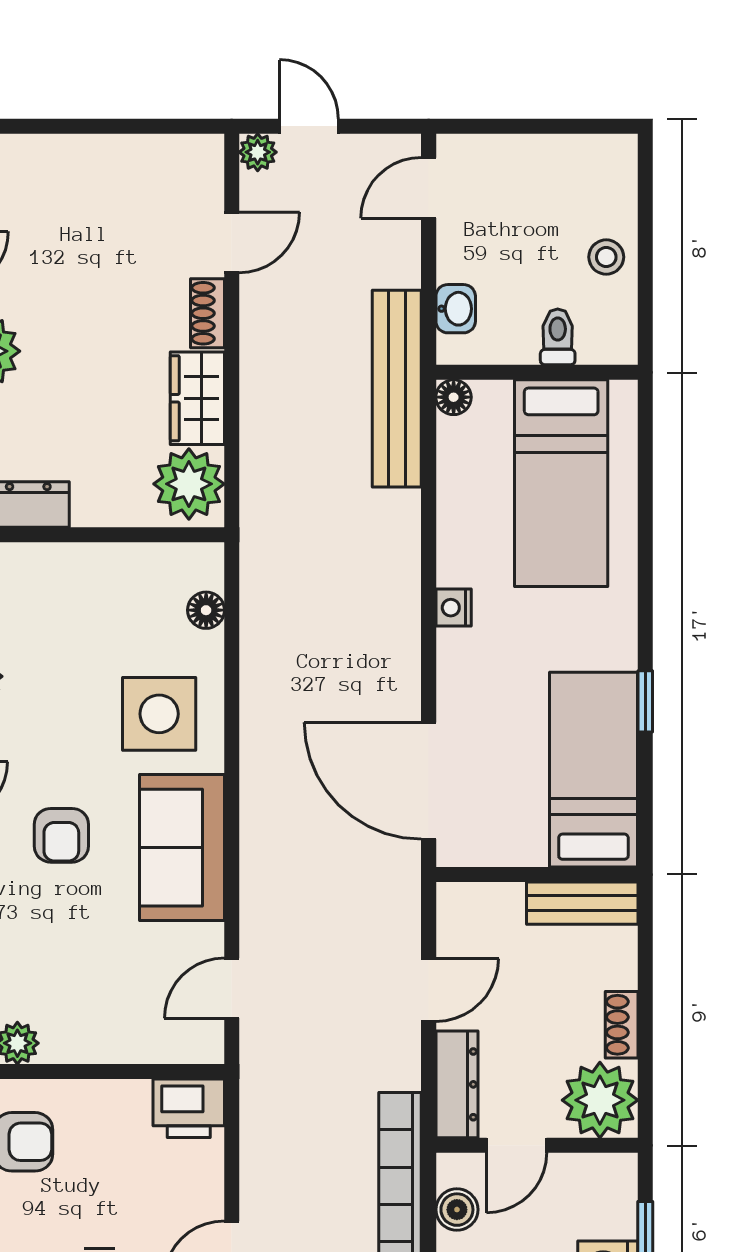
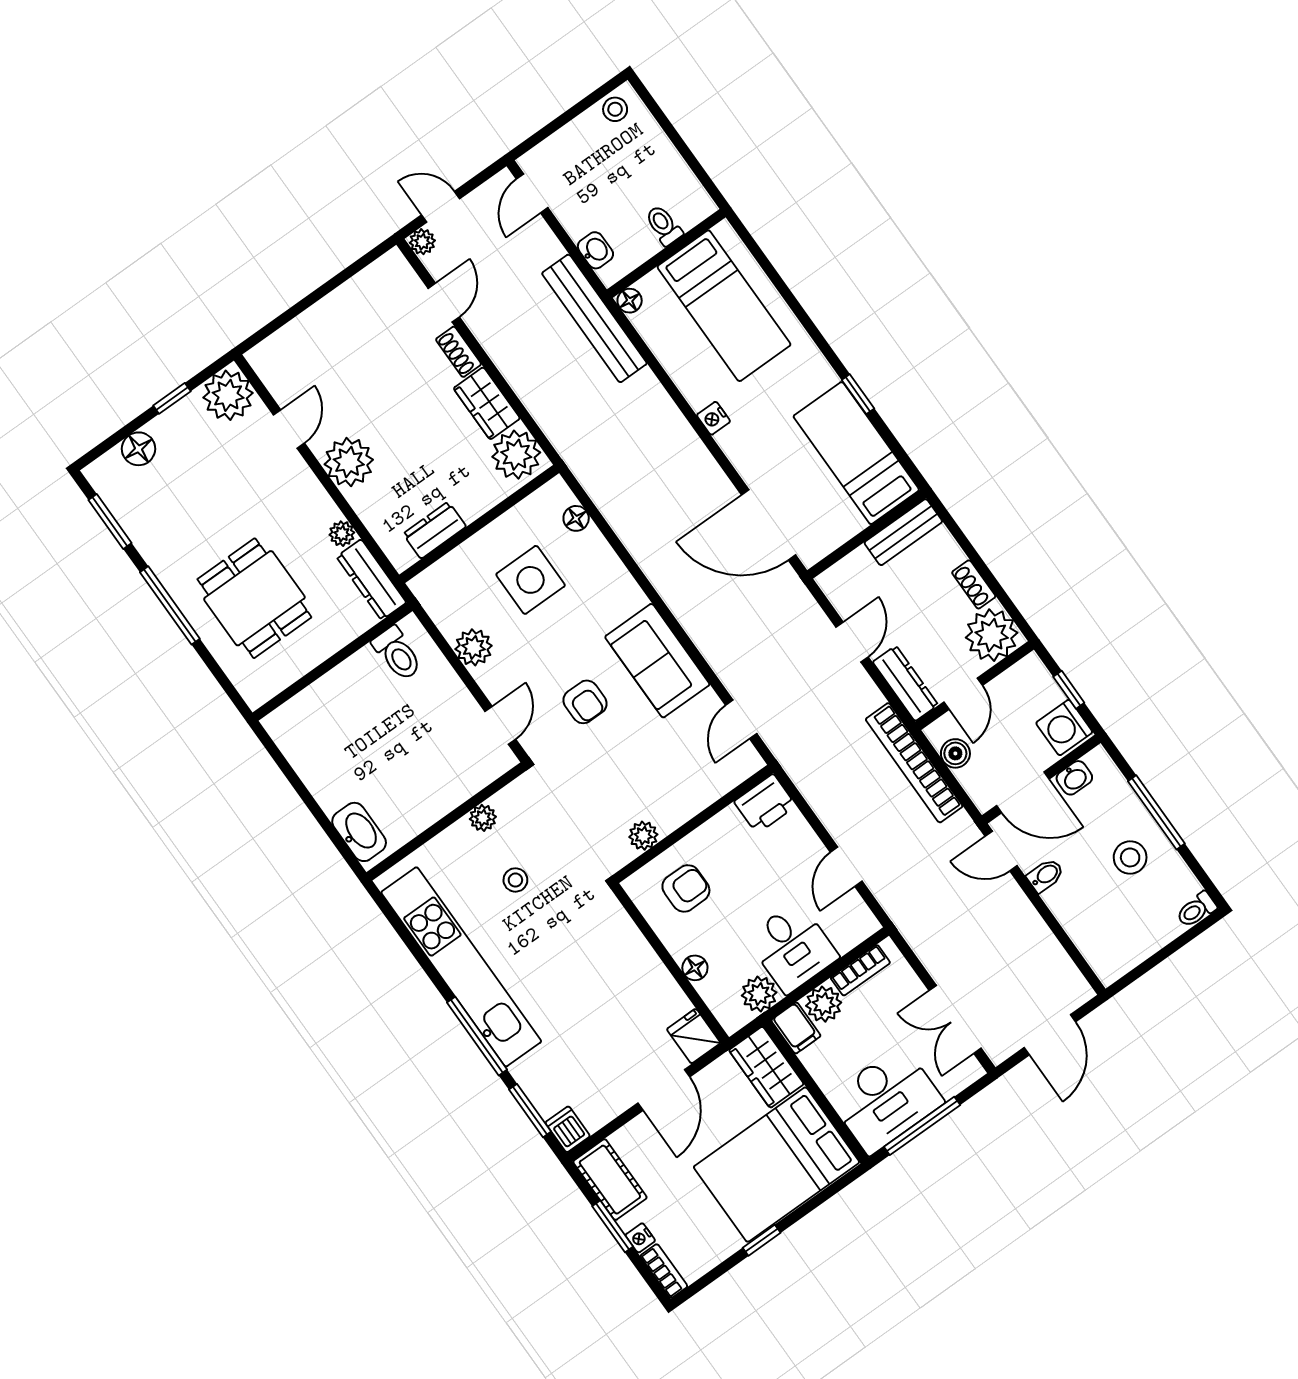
stool: (606, 257) -> (615, 109), moved
side table: (159, 714) -> (531, 580), moved

